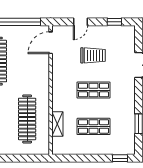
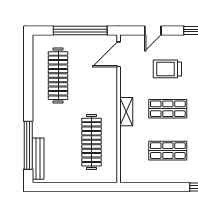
trolley: (93, 55) -> (167, 69), turned 180
shelving: (57, 124) -> (126, 112), moved

